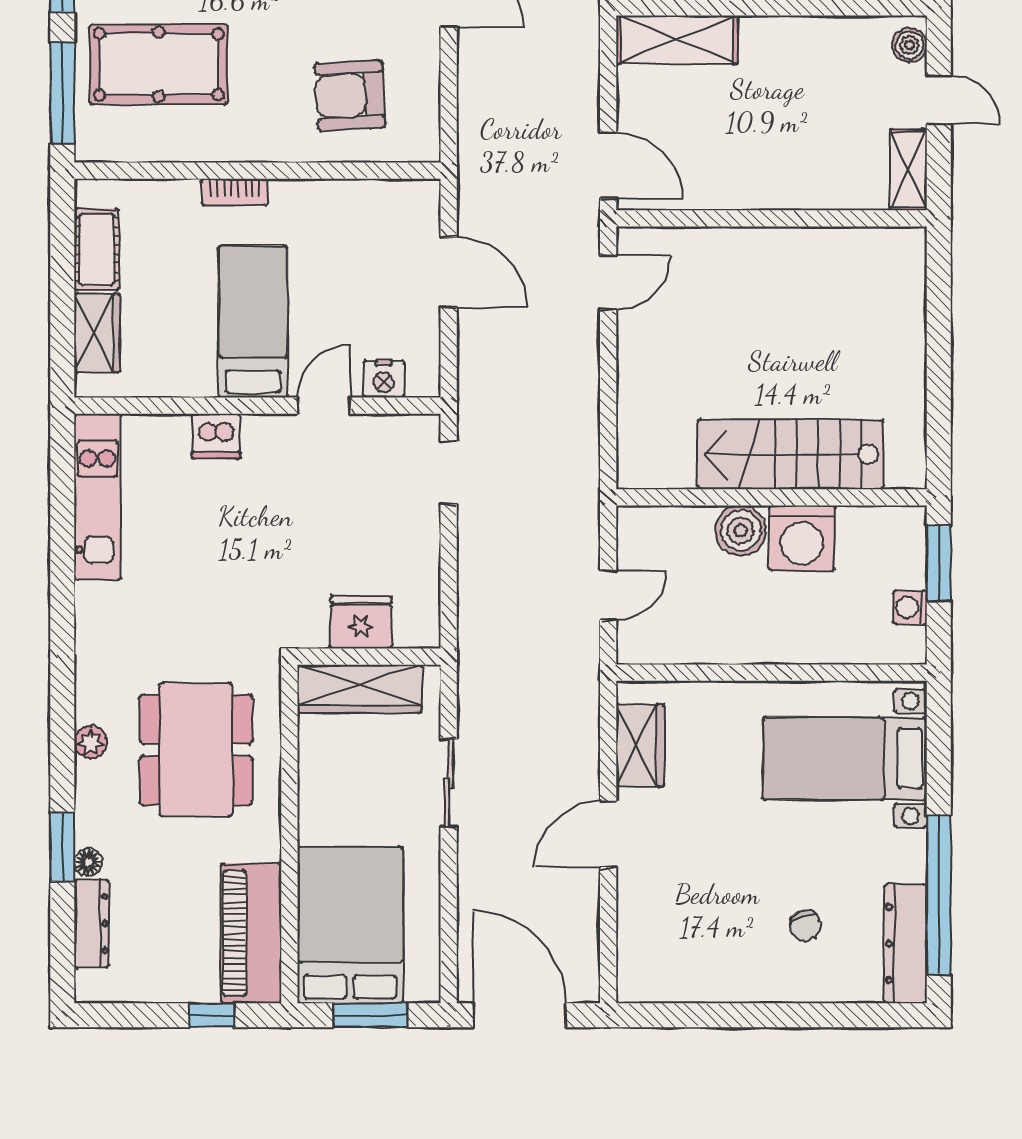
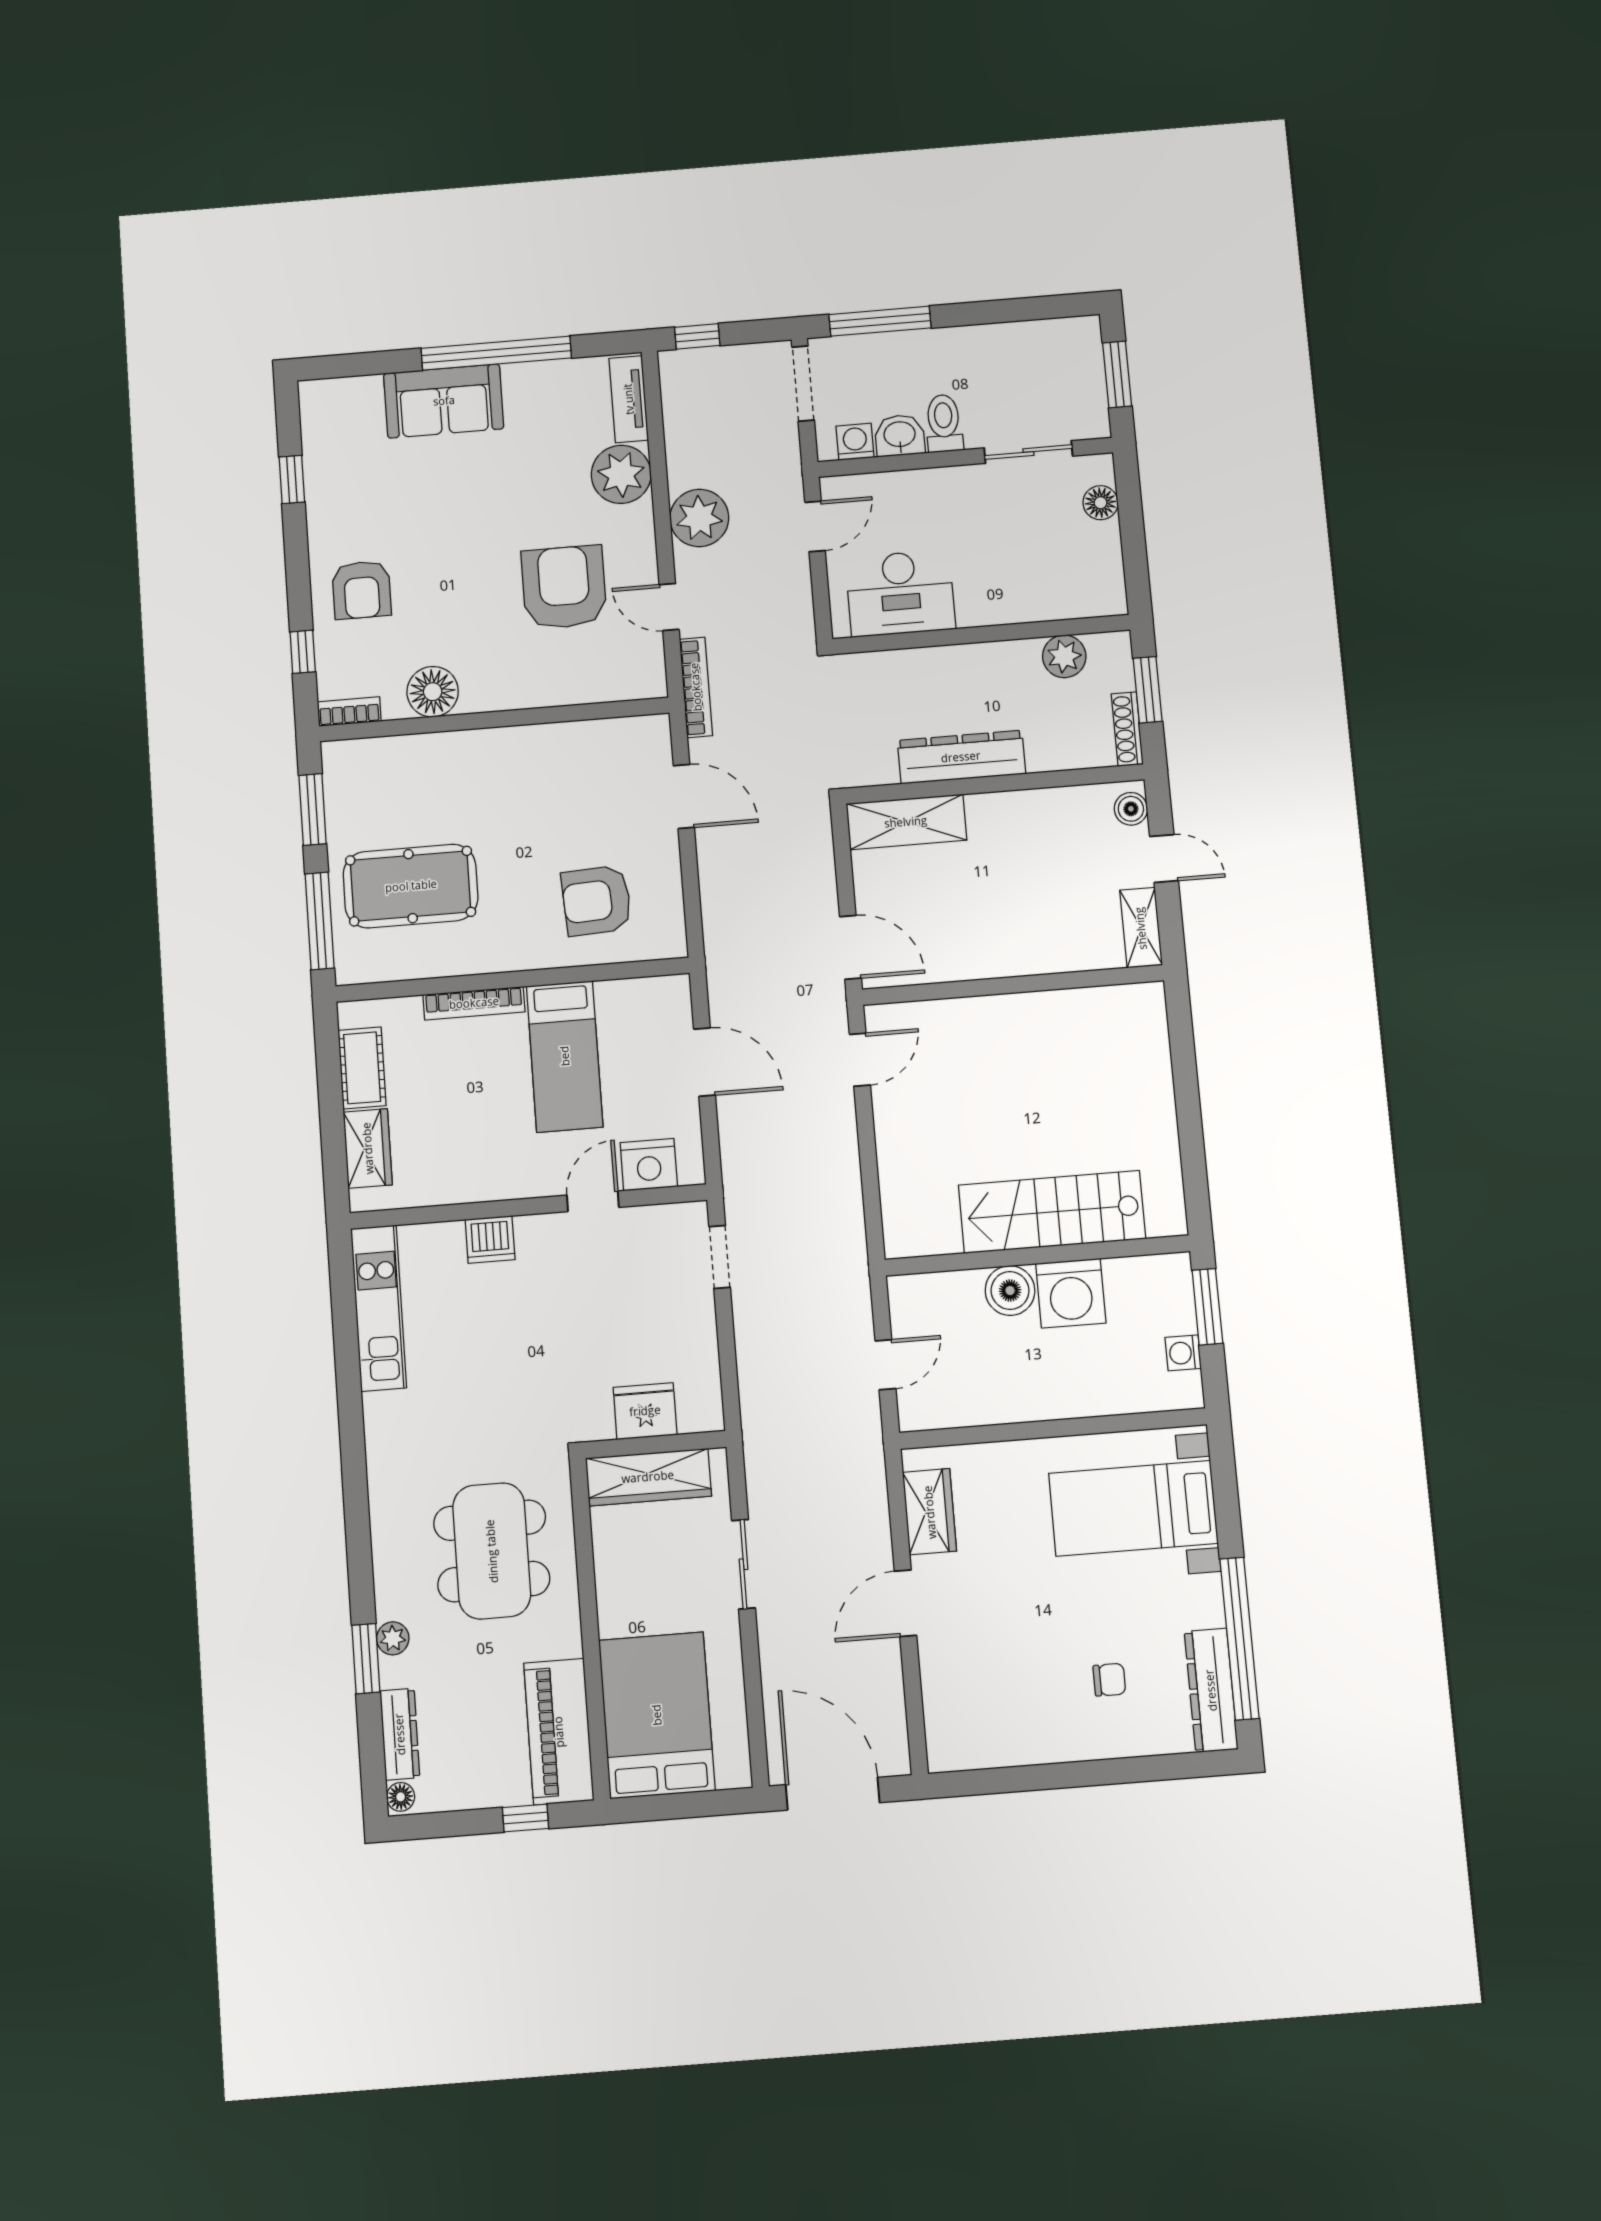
bookcase: (235, 192) -> (474, 1003), width x1.56
bed: (253, 322) -> (565, 1056), moved, turned 180
nightstand: (384, 379) -> (649, 1165), width x1.36, depth x1.33
plant: (91, 742) -> (393, 1638), moved
floor lamp: (88, 862) -> (401, 1797), moved
chair: (805, 925) -> (1109, 1680), turned -69
window: (370, 1015) -> (684, 1805), removed

